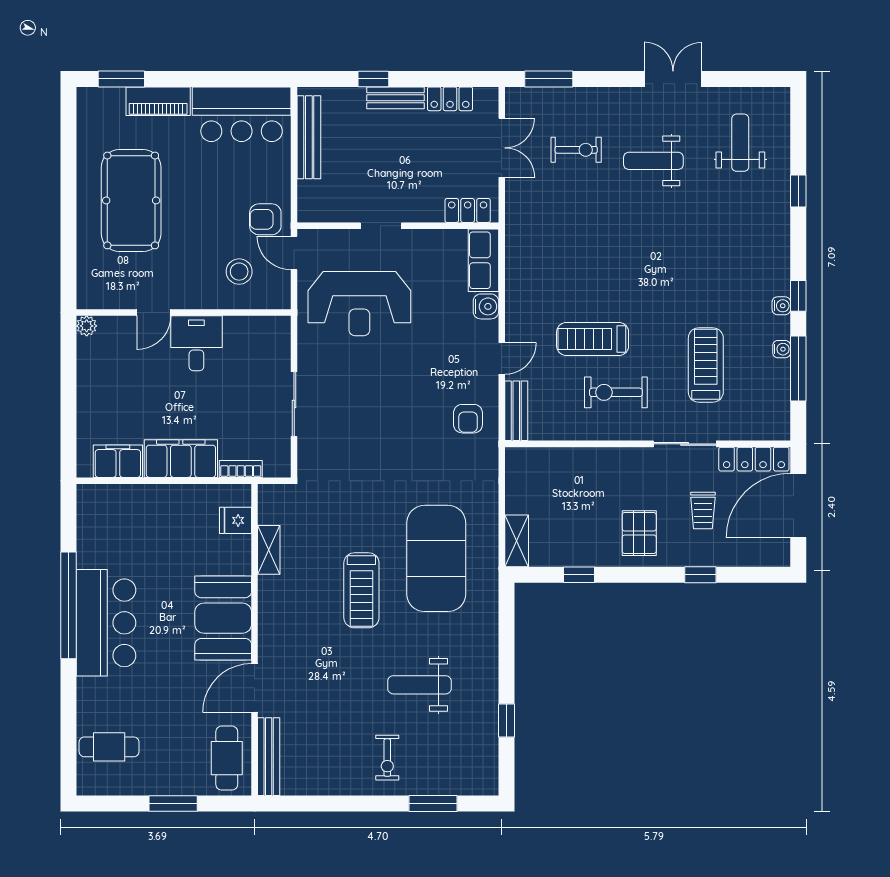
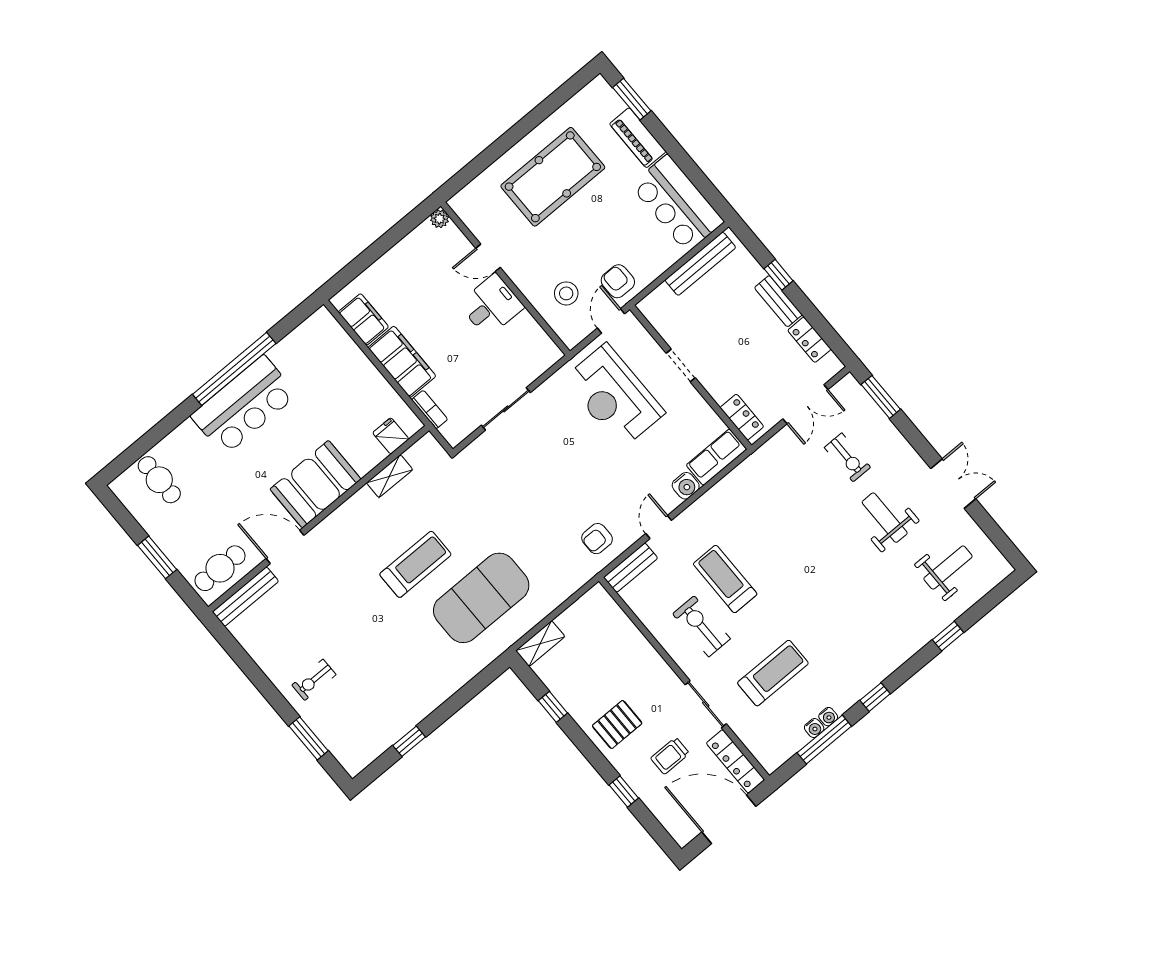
water cooler: (781, 306) -> (814, 728), moved
door: (502, 358) -> (659, 527), swing flipped
treadmill: (361, 590) -> (415, 564), turned 180
weight bench: (419, 685) -> (383, 660), removed

